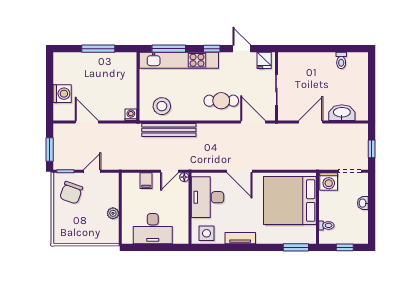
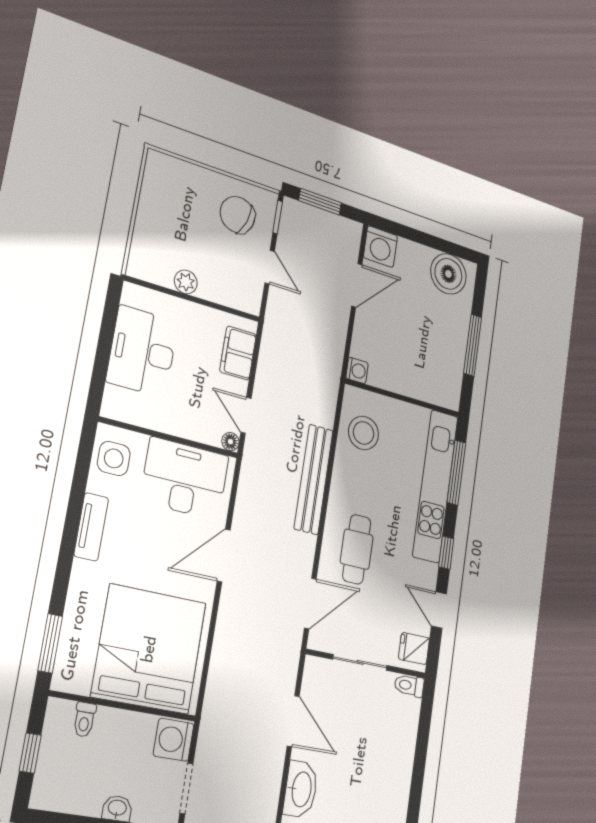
door: (242, 49) -> (439, 610), swing flipped
toilet: (341, 60) -> (409, 685), moved
boiler: (64, 69) -> (448, 274), added
washing machine: (62, 94) -> (381, 247), moved
bench: (169, 130) -> (314, 479), moved
filing cabinet: (146, 181) -> (238, 353), width x2.00

